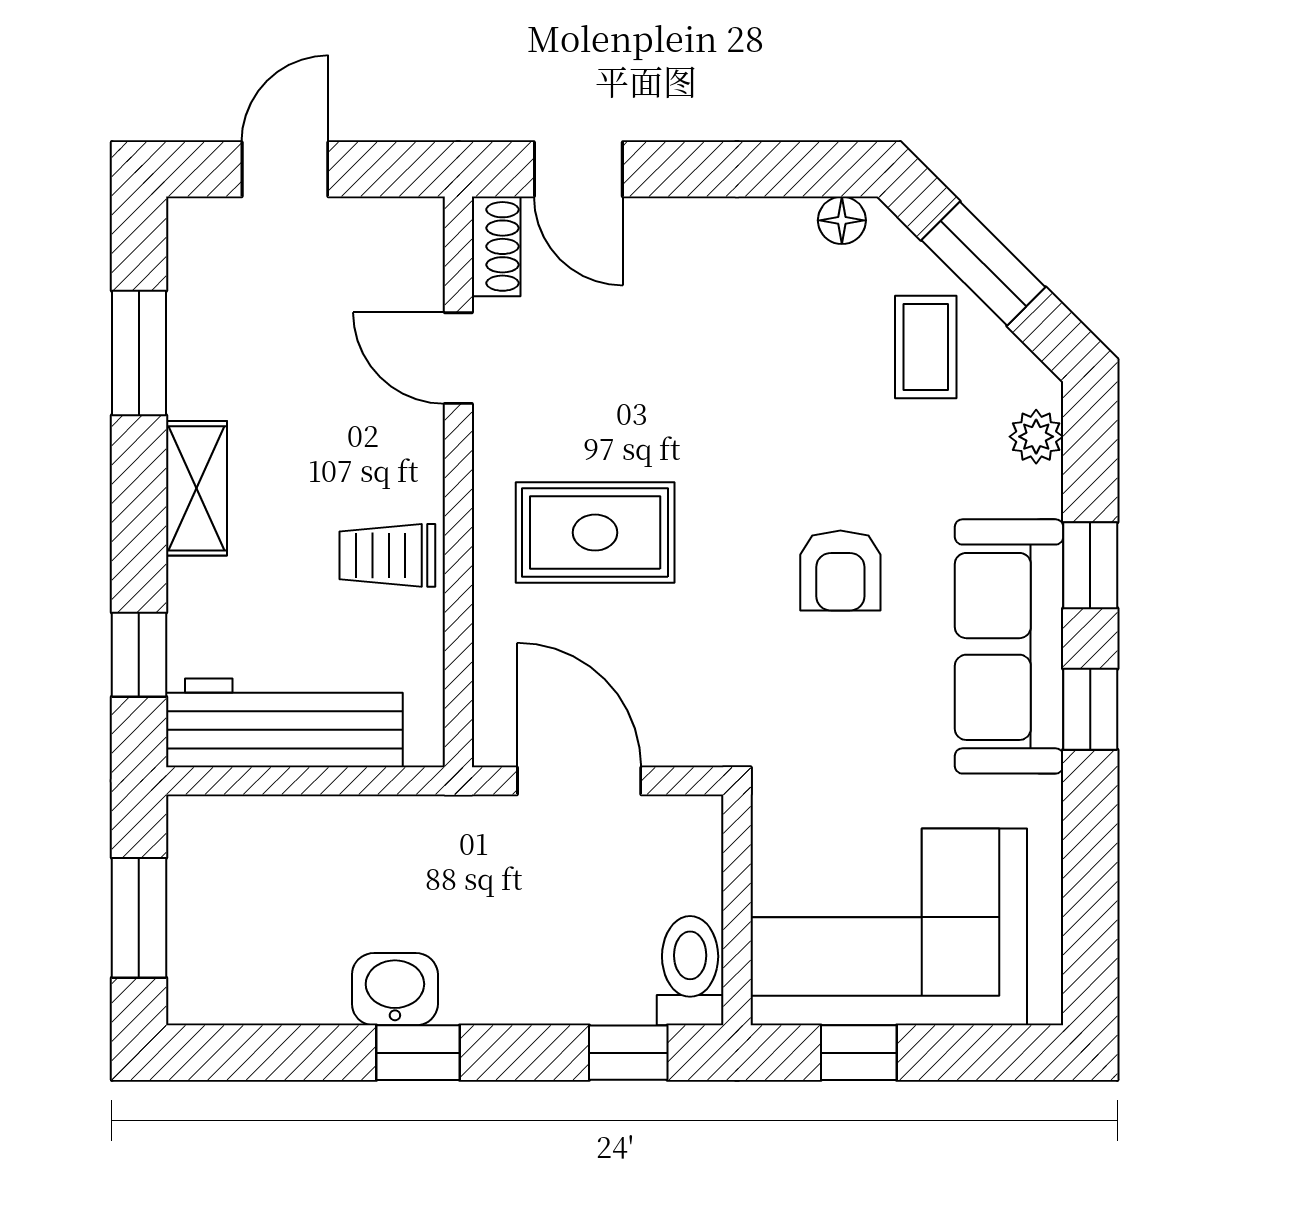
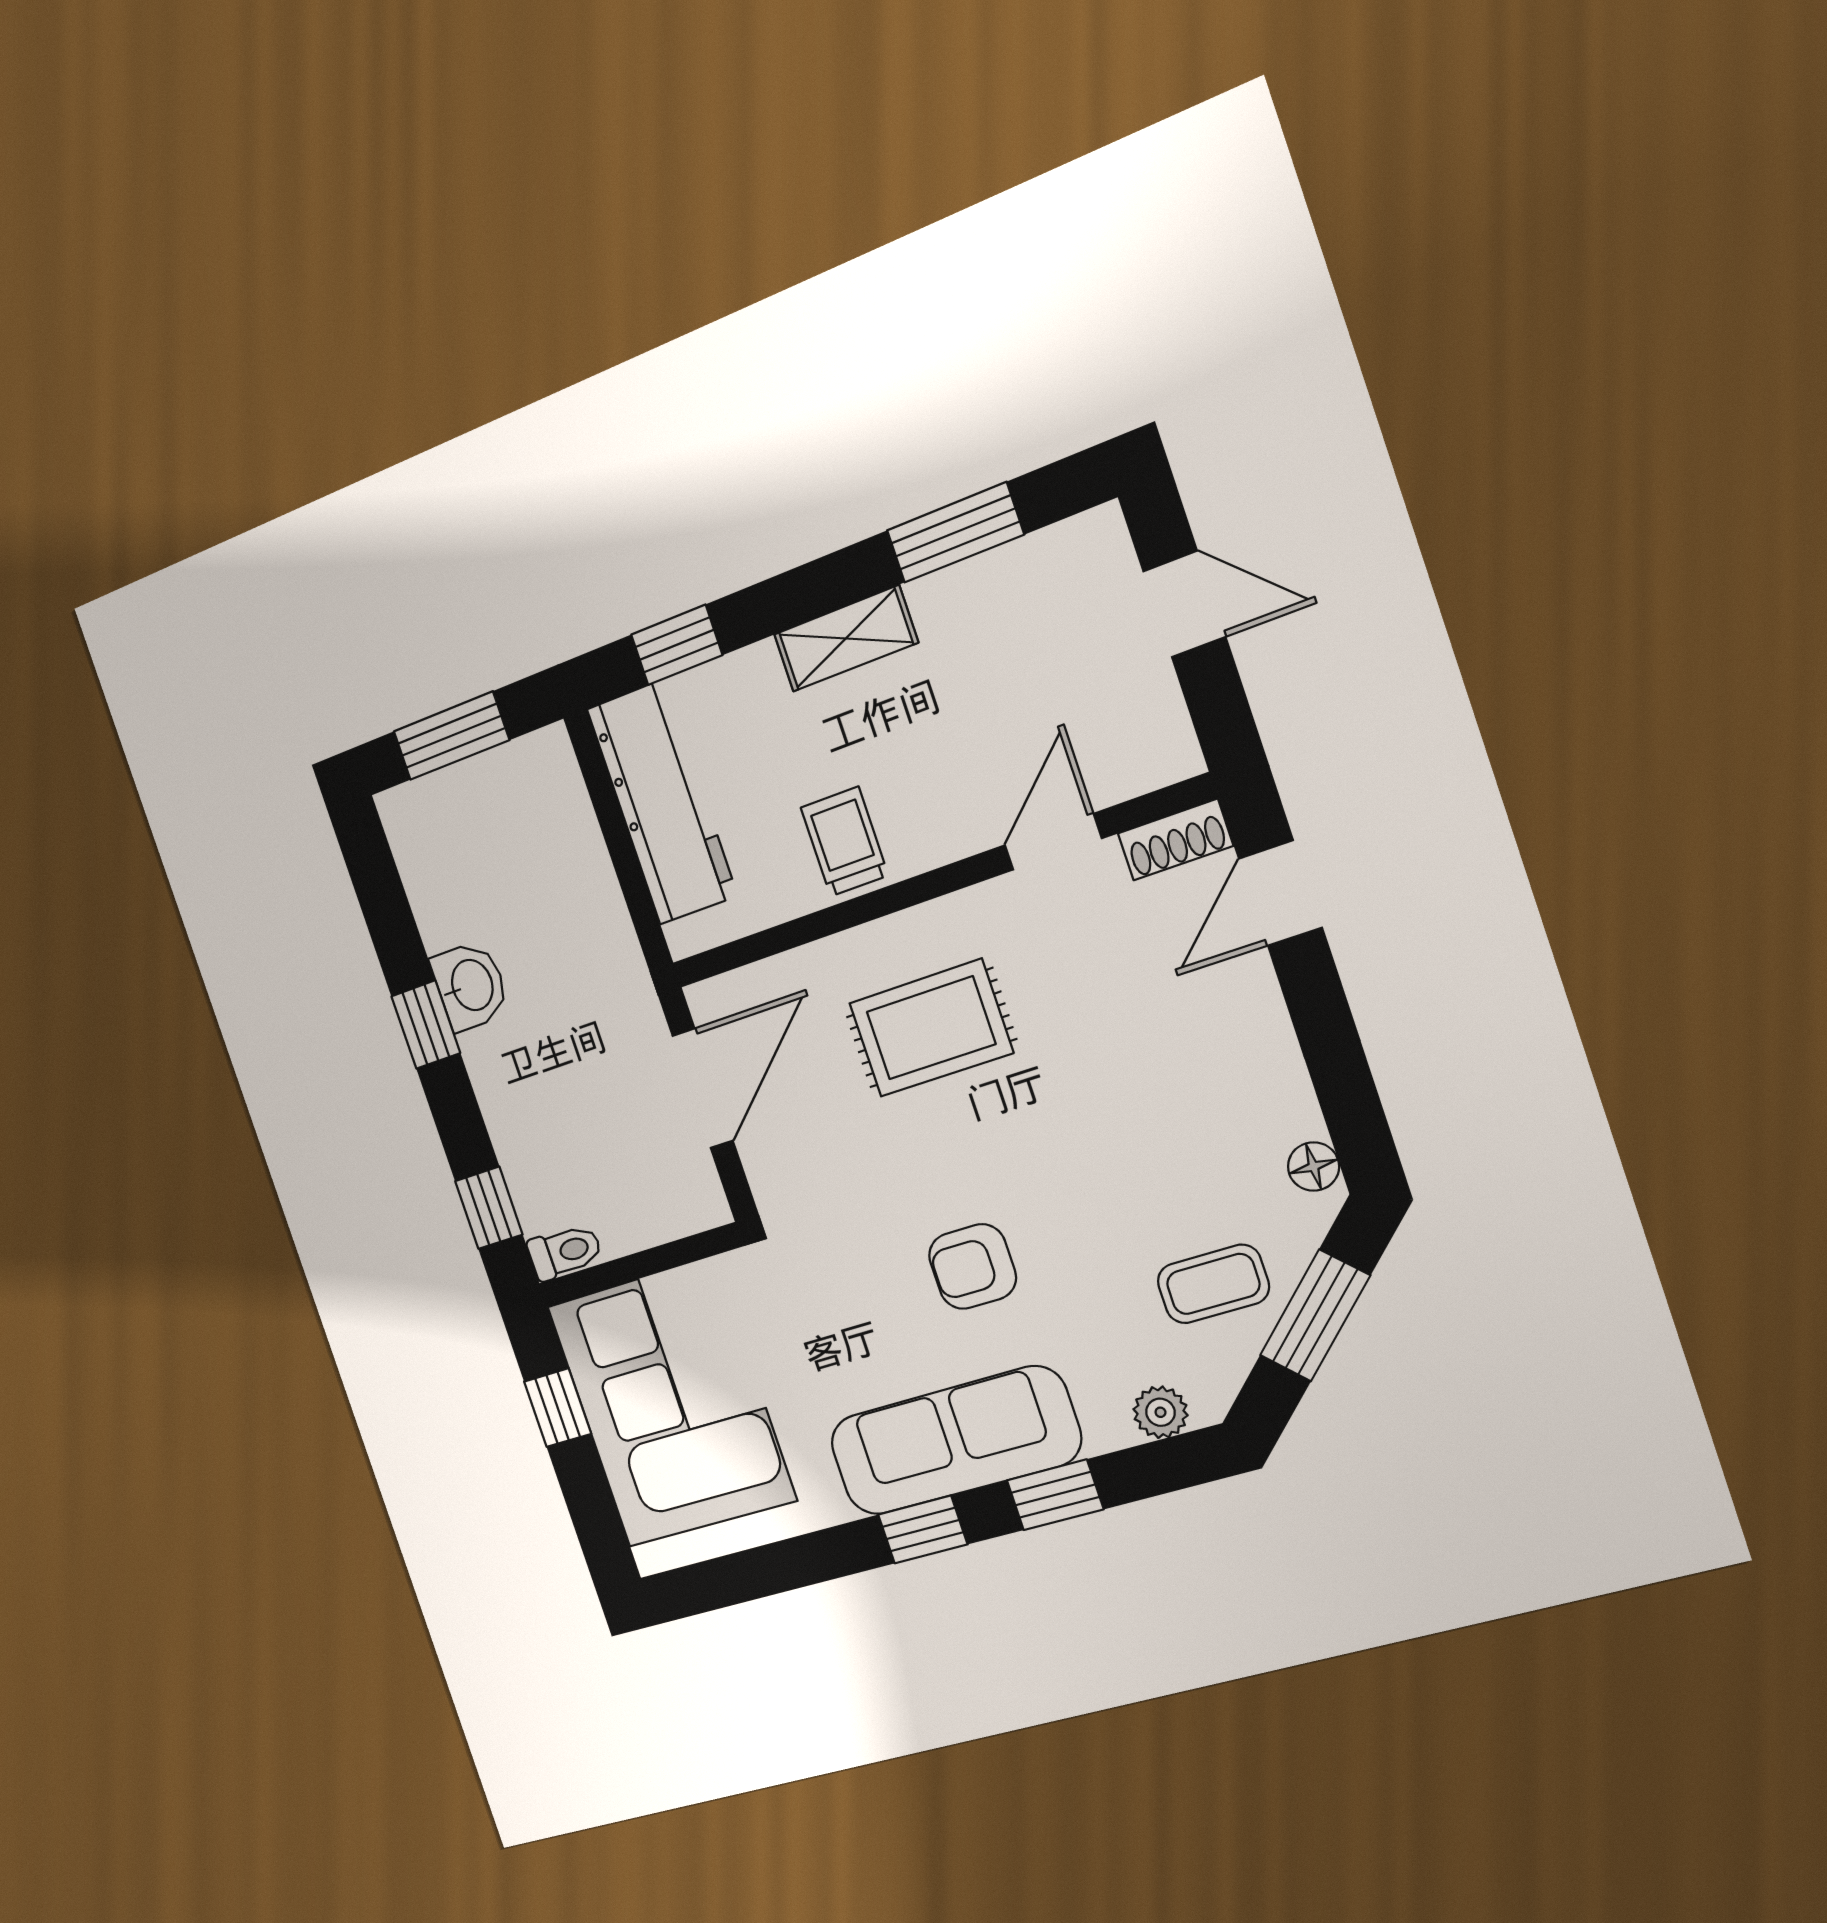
rug: (595, 533) -> (931, 1028), turned 90
toilet: (690, 971) -> (565, 1252), width x0.73, depth x0.72

